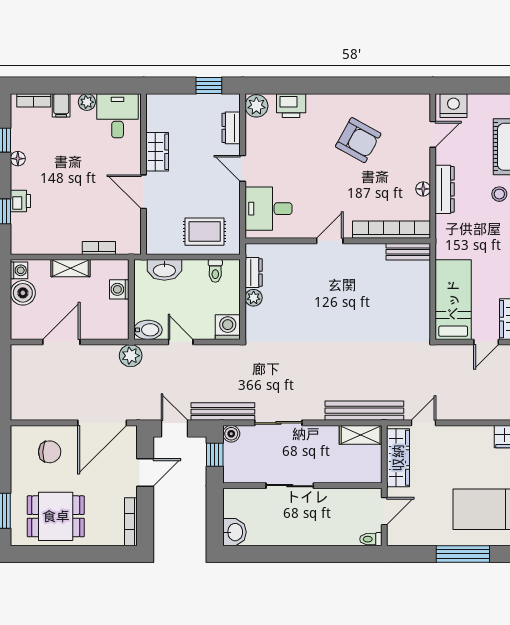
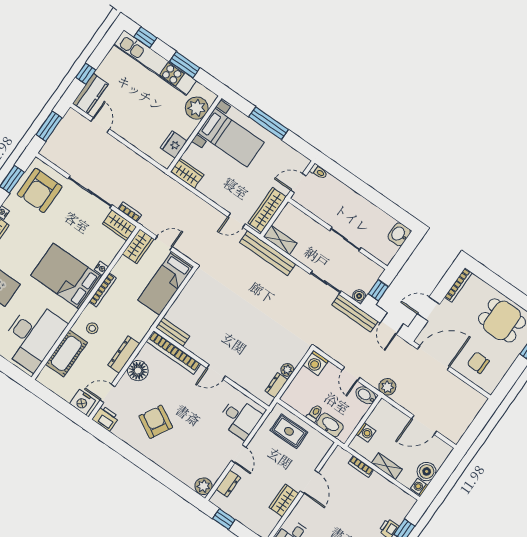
printer: (291, 106) -> (106, 418), moved
floor lamp: (423, 189) -> (138, 371), width x1.89, depth x1.89
toilet: (215, 271) -> (315, 413), moved

